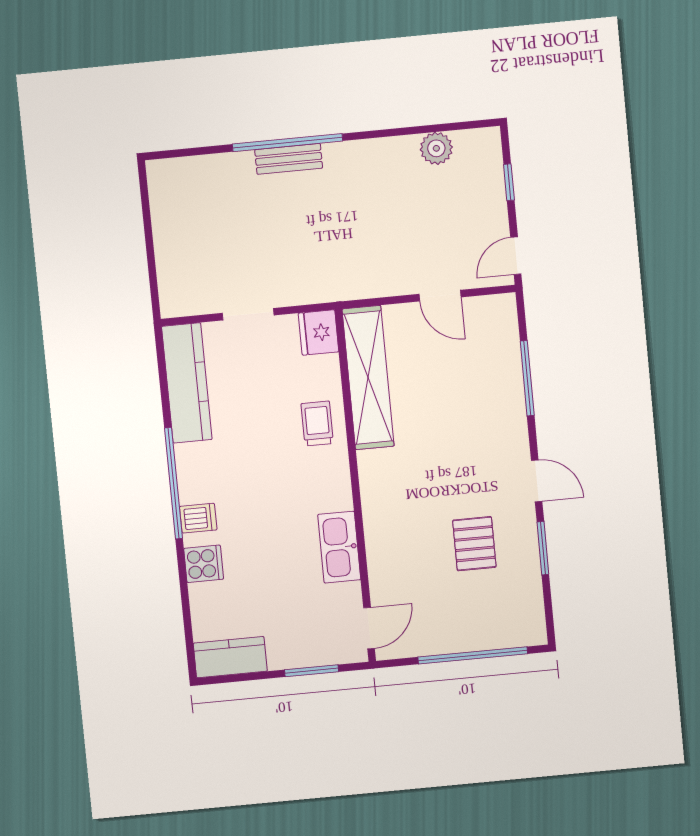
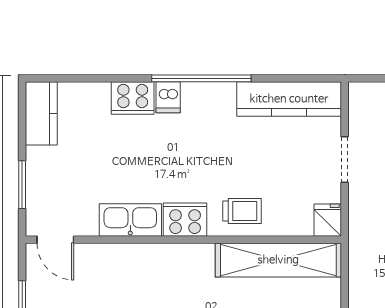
fridge: (319, 332) -> (328, 220), width x0.72
cooker: (333, 486) -> (185, 220), added
cooker: (204, 564) -> (133, 98), width x1.36

